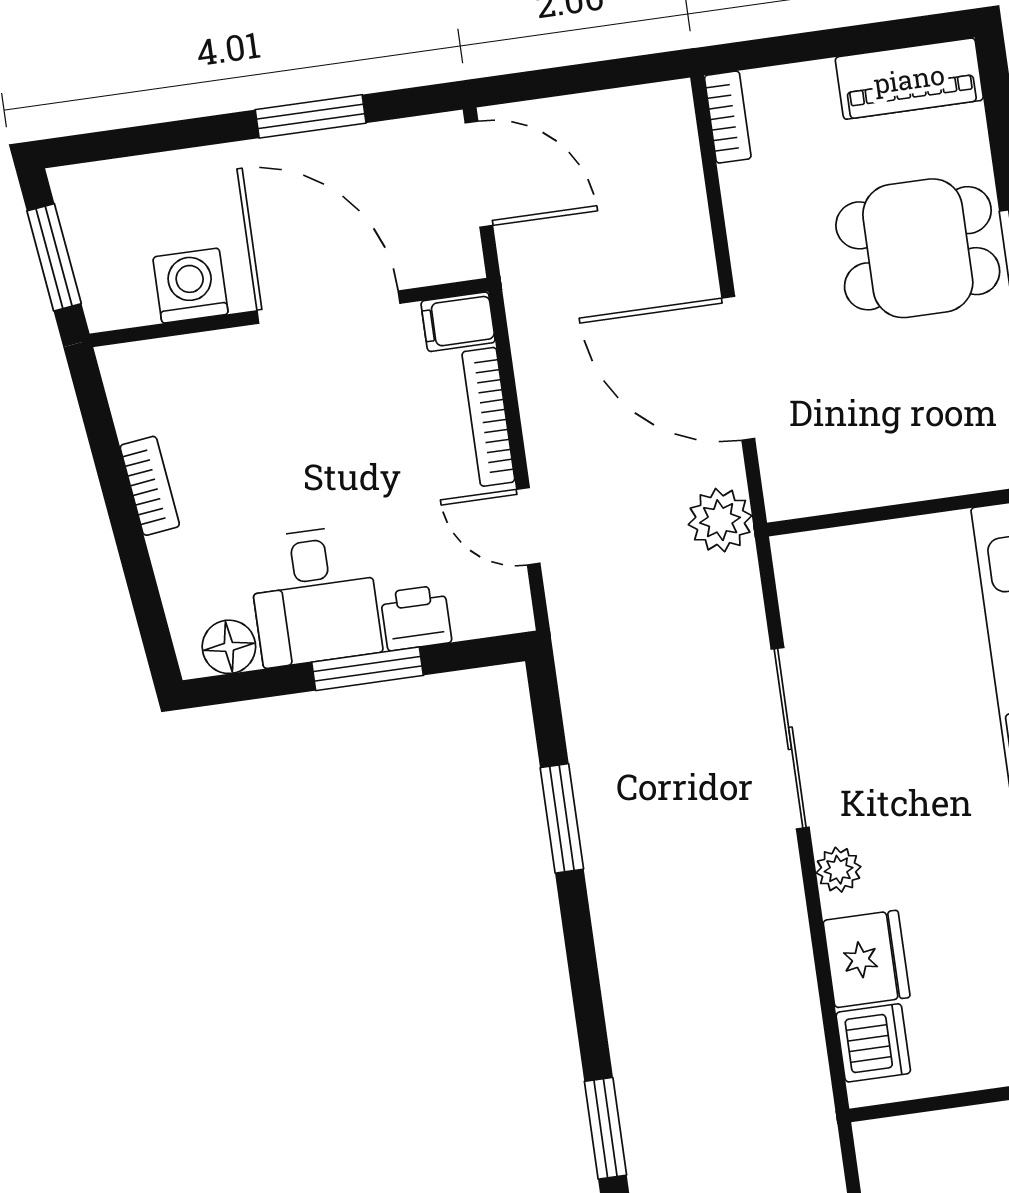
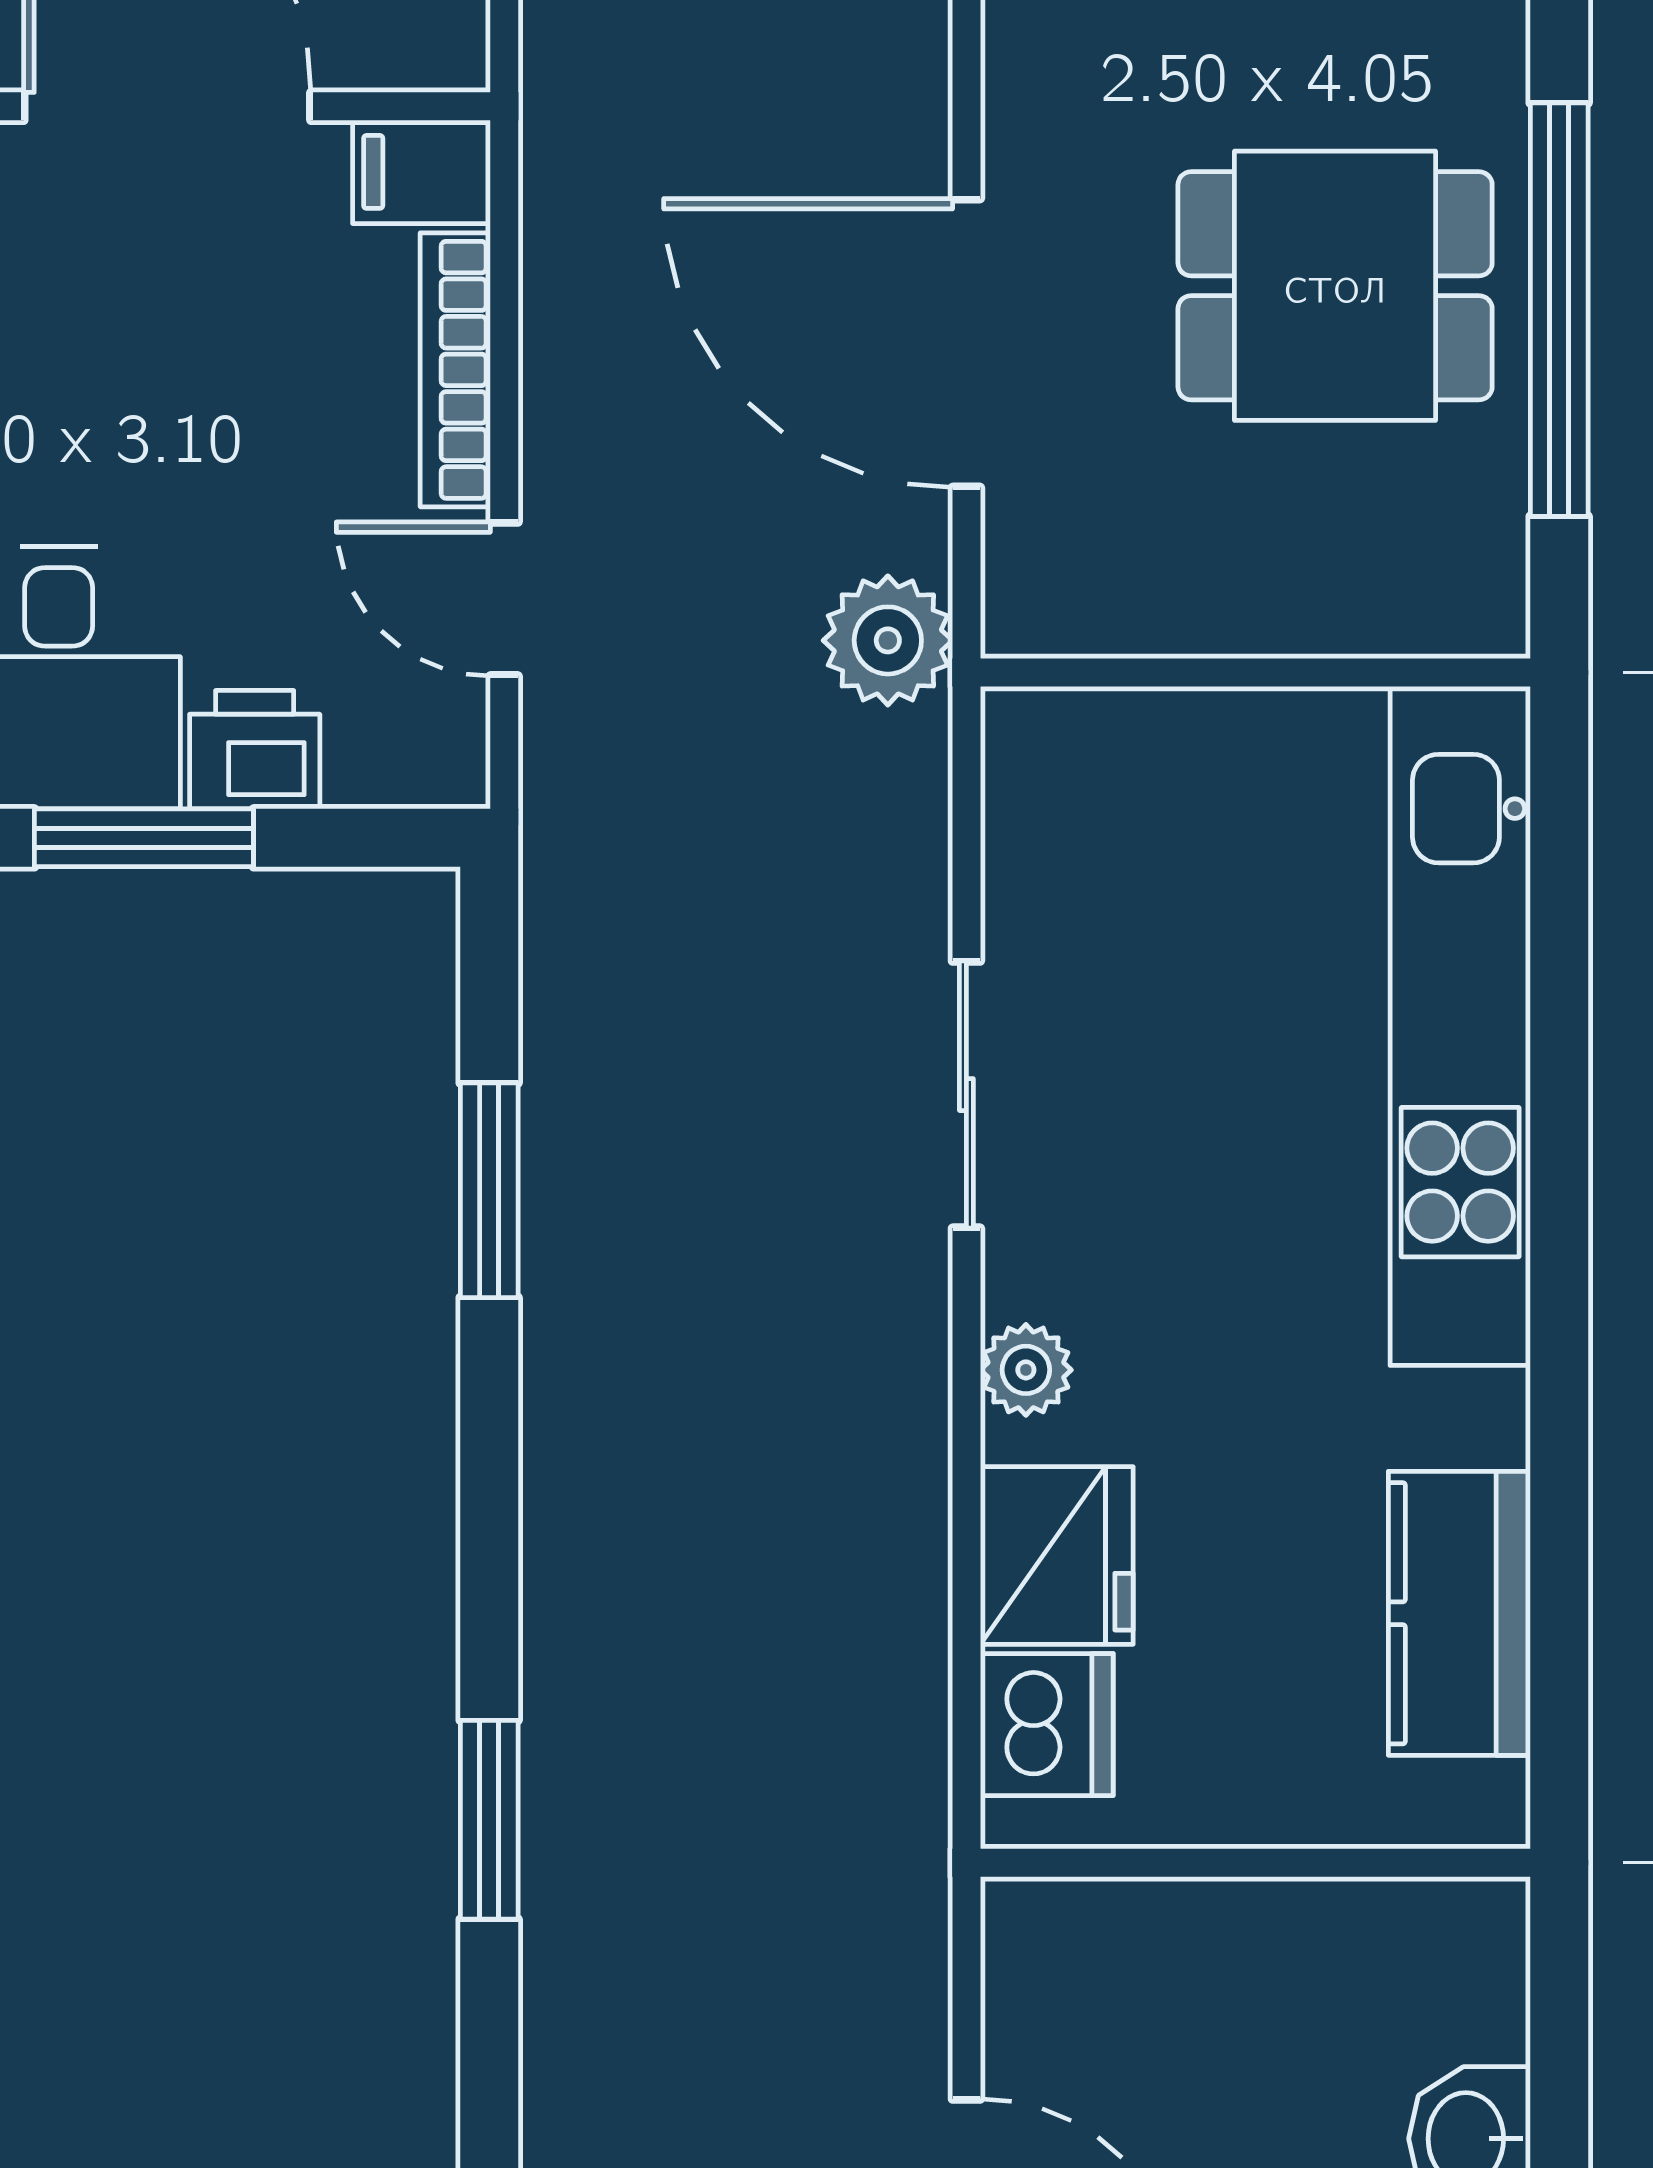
dining table: (918, 248) -> (1335, 286), moved
sliding door: (790, 738) -> (966, 1095), width x0.73

